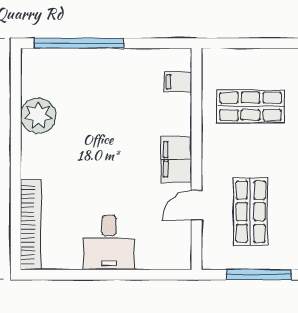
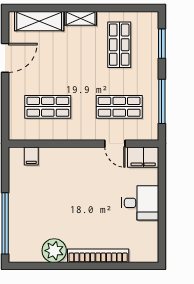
shop shelf: (251, 106) -> (48, 107), turned 90
filing cabinet: (176, 159) -> (143, 157), moved
bookcase: (31, 225) -> (98, 256), moved

